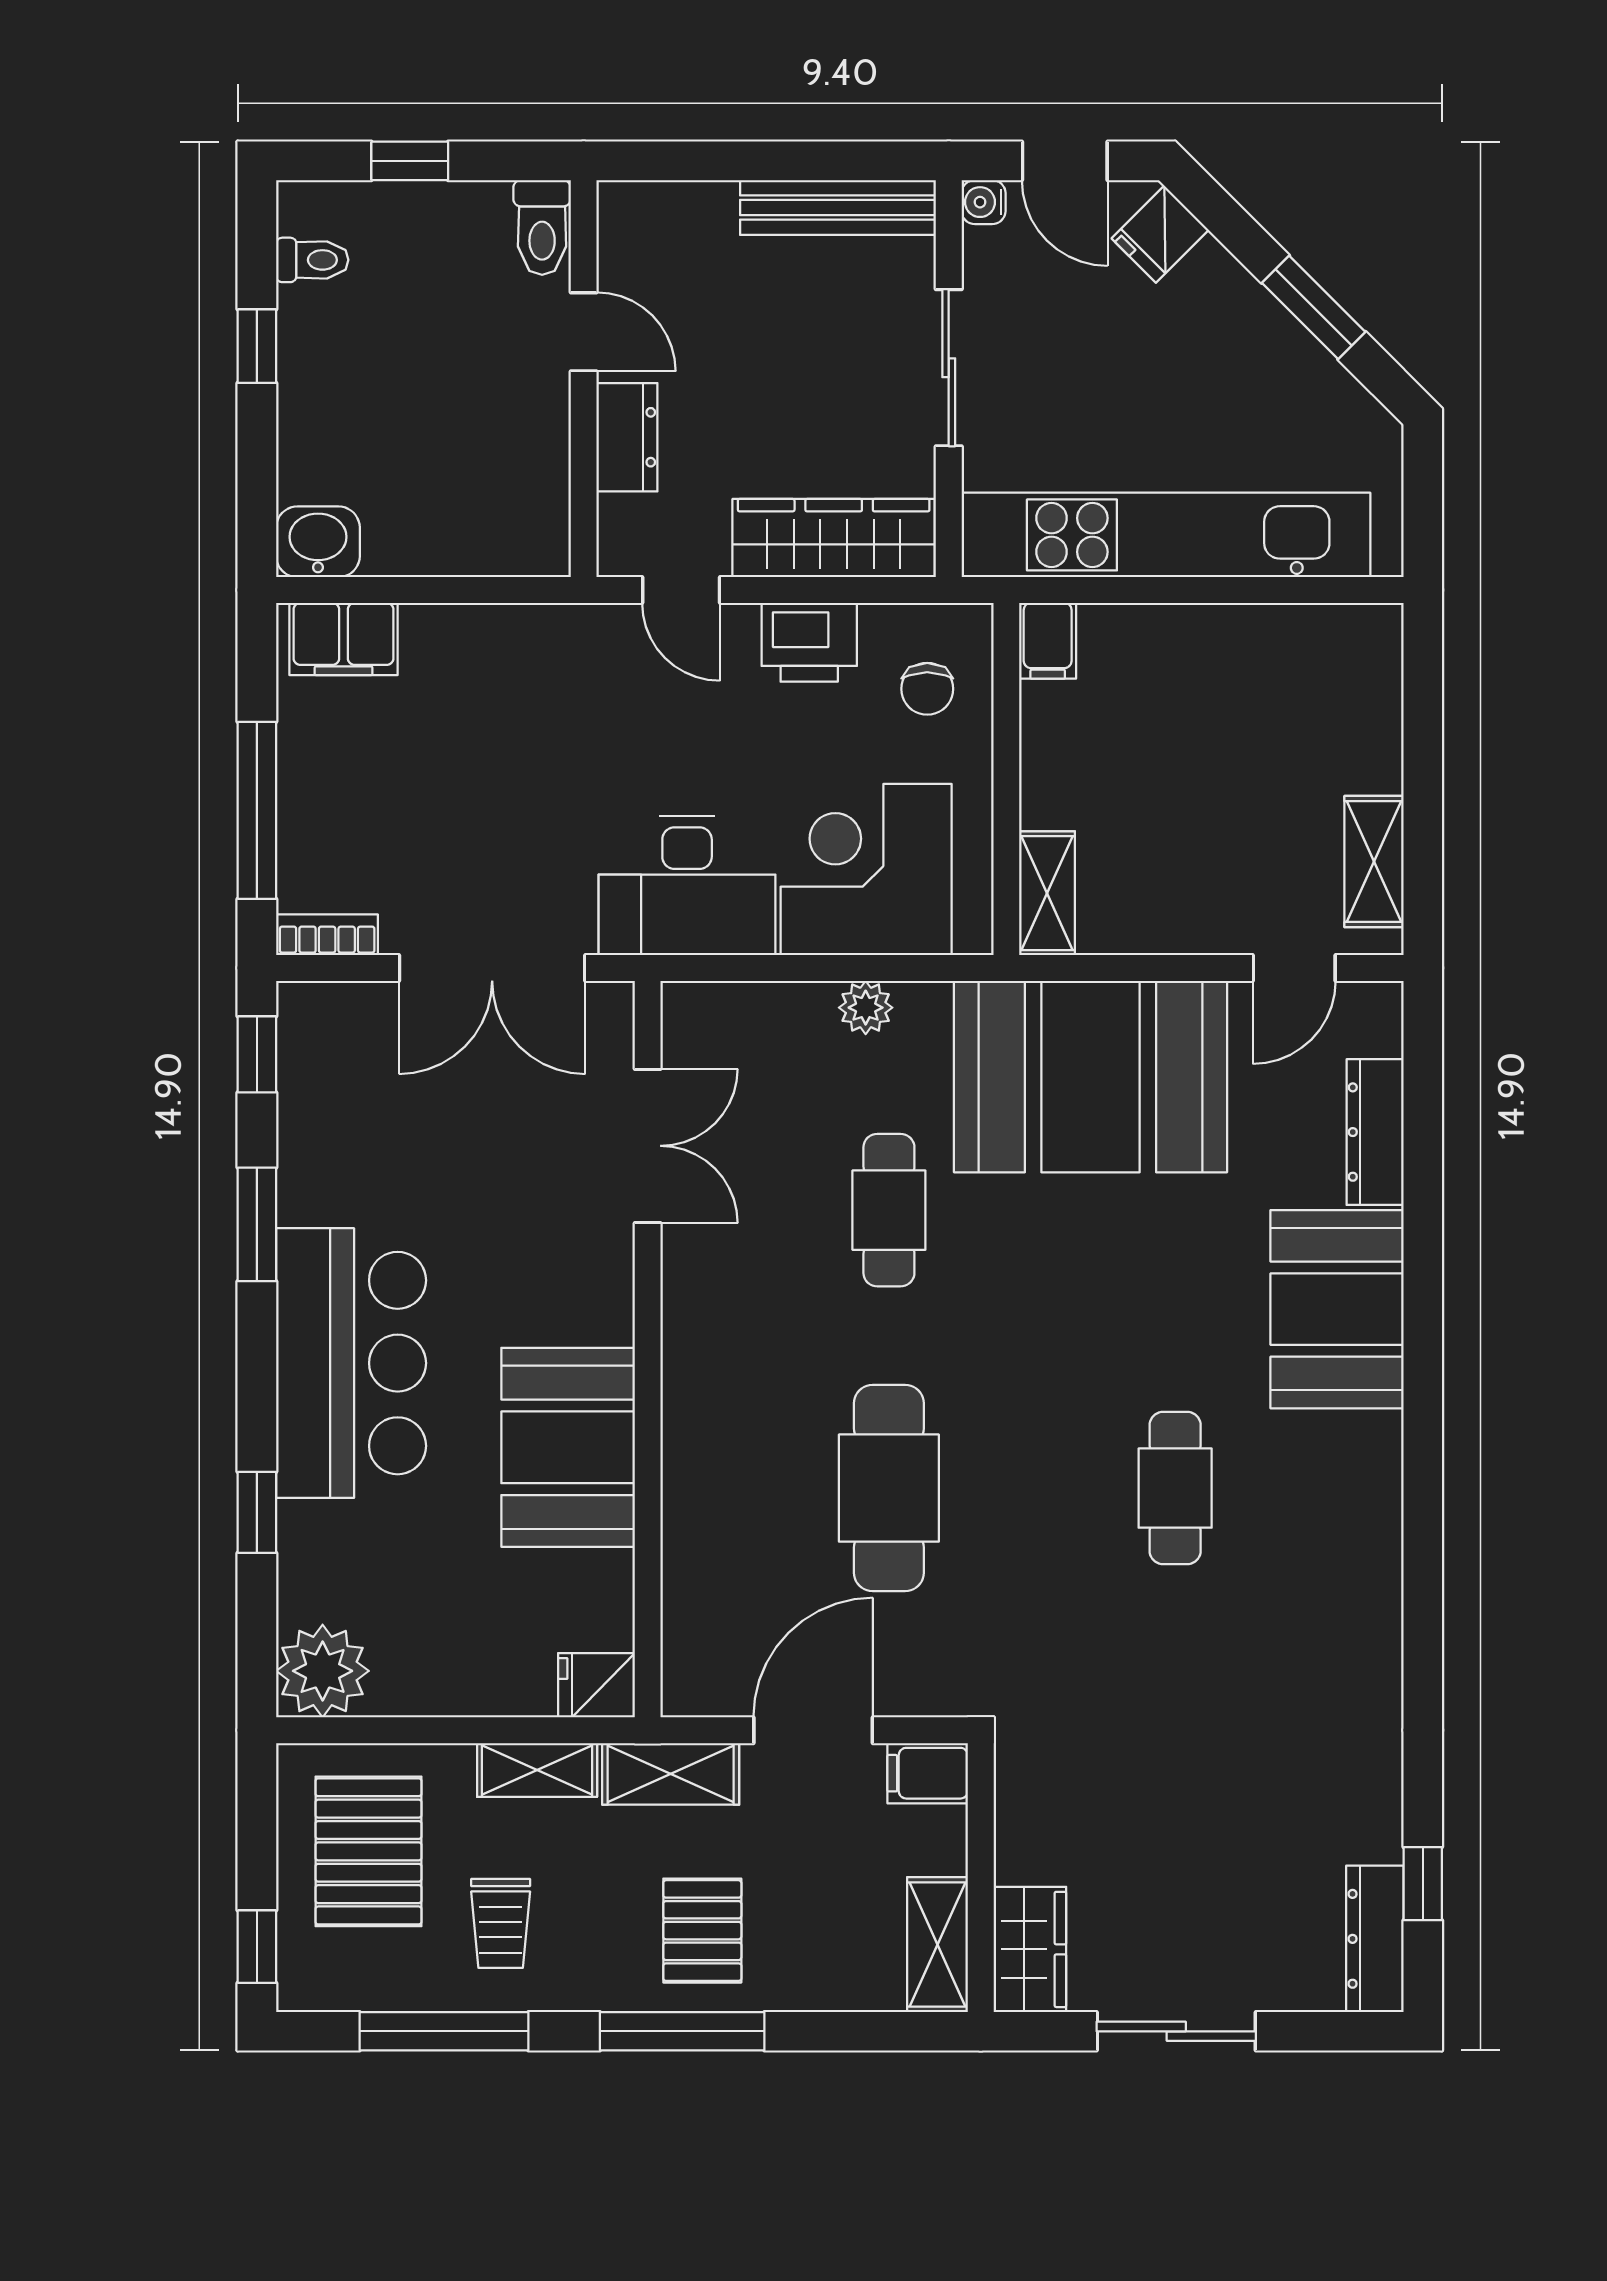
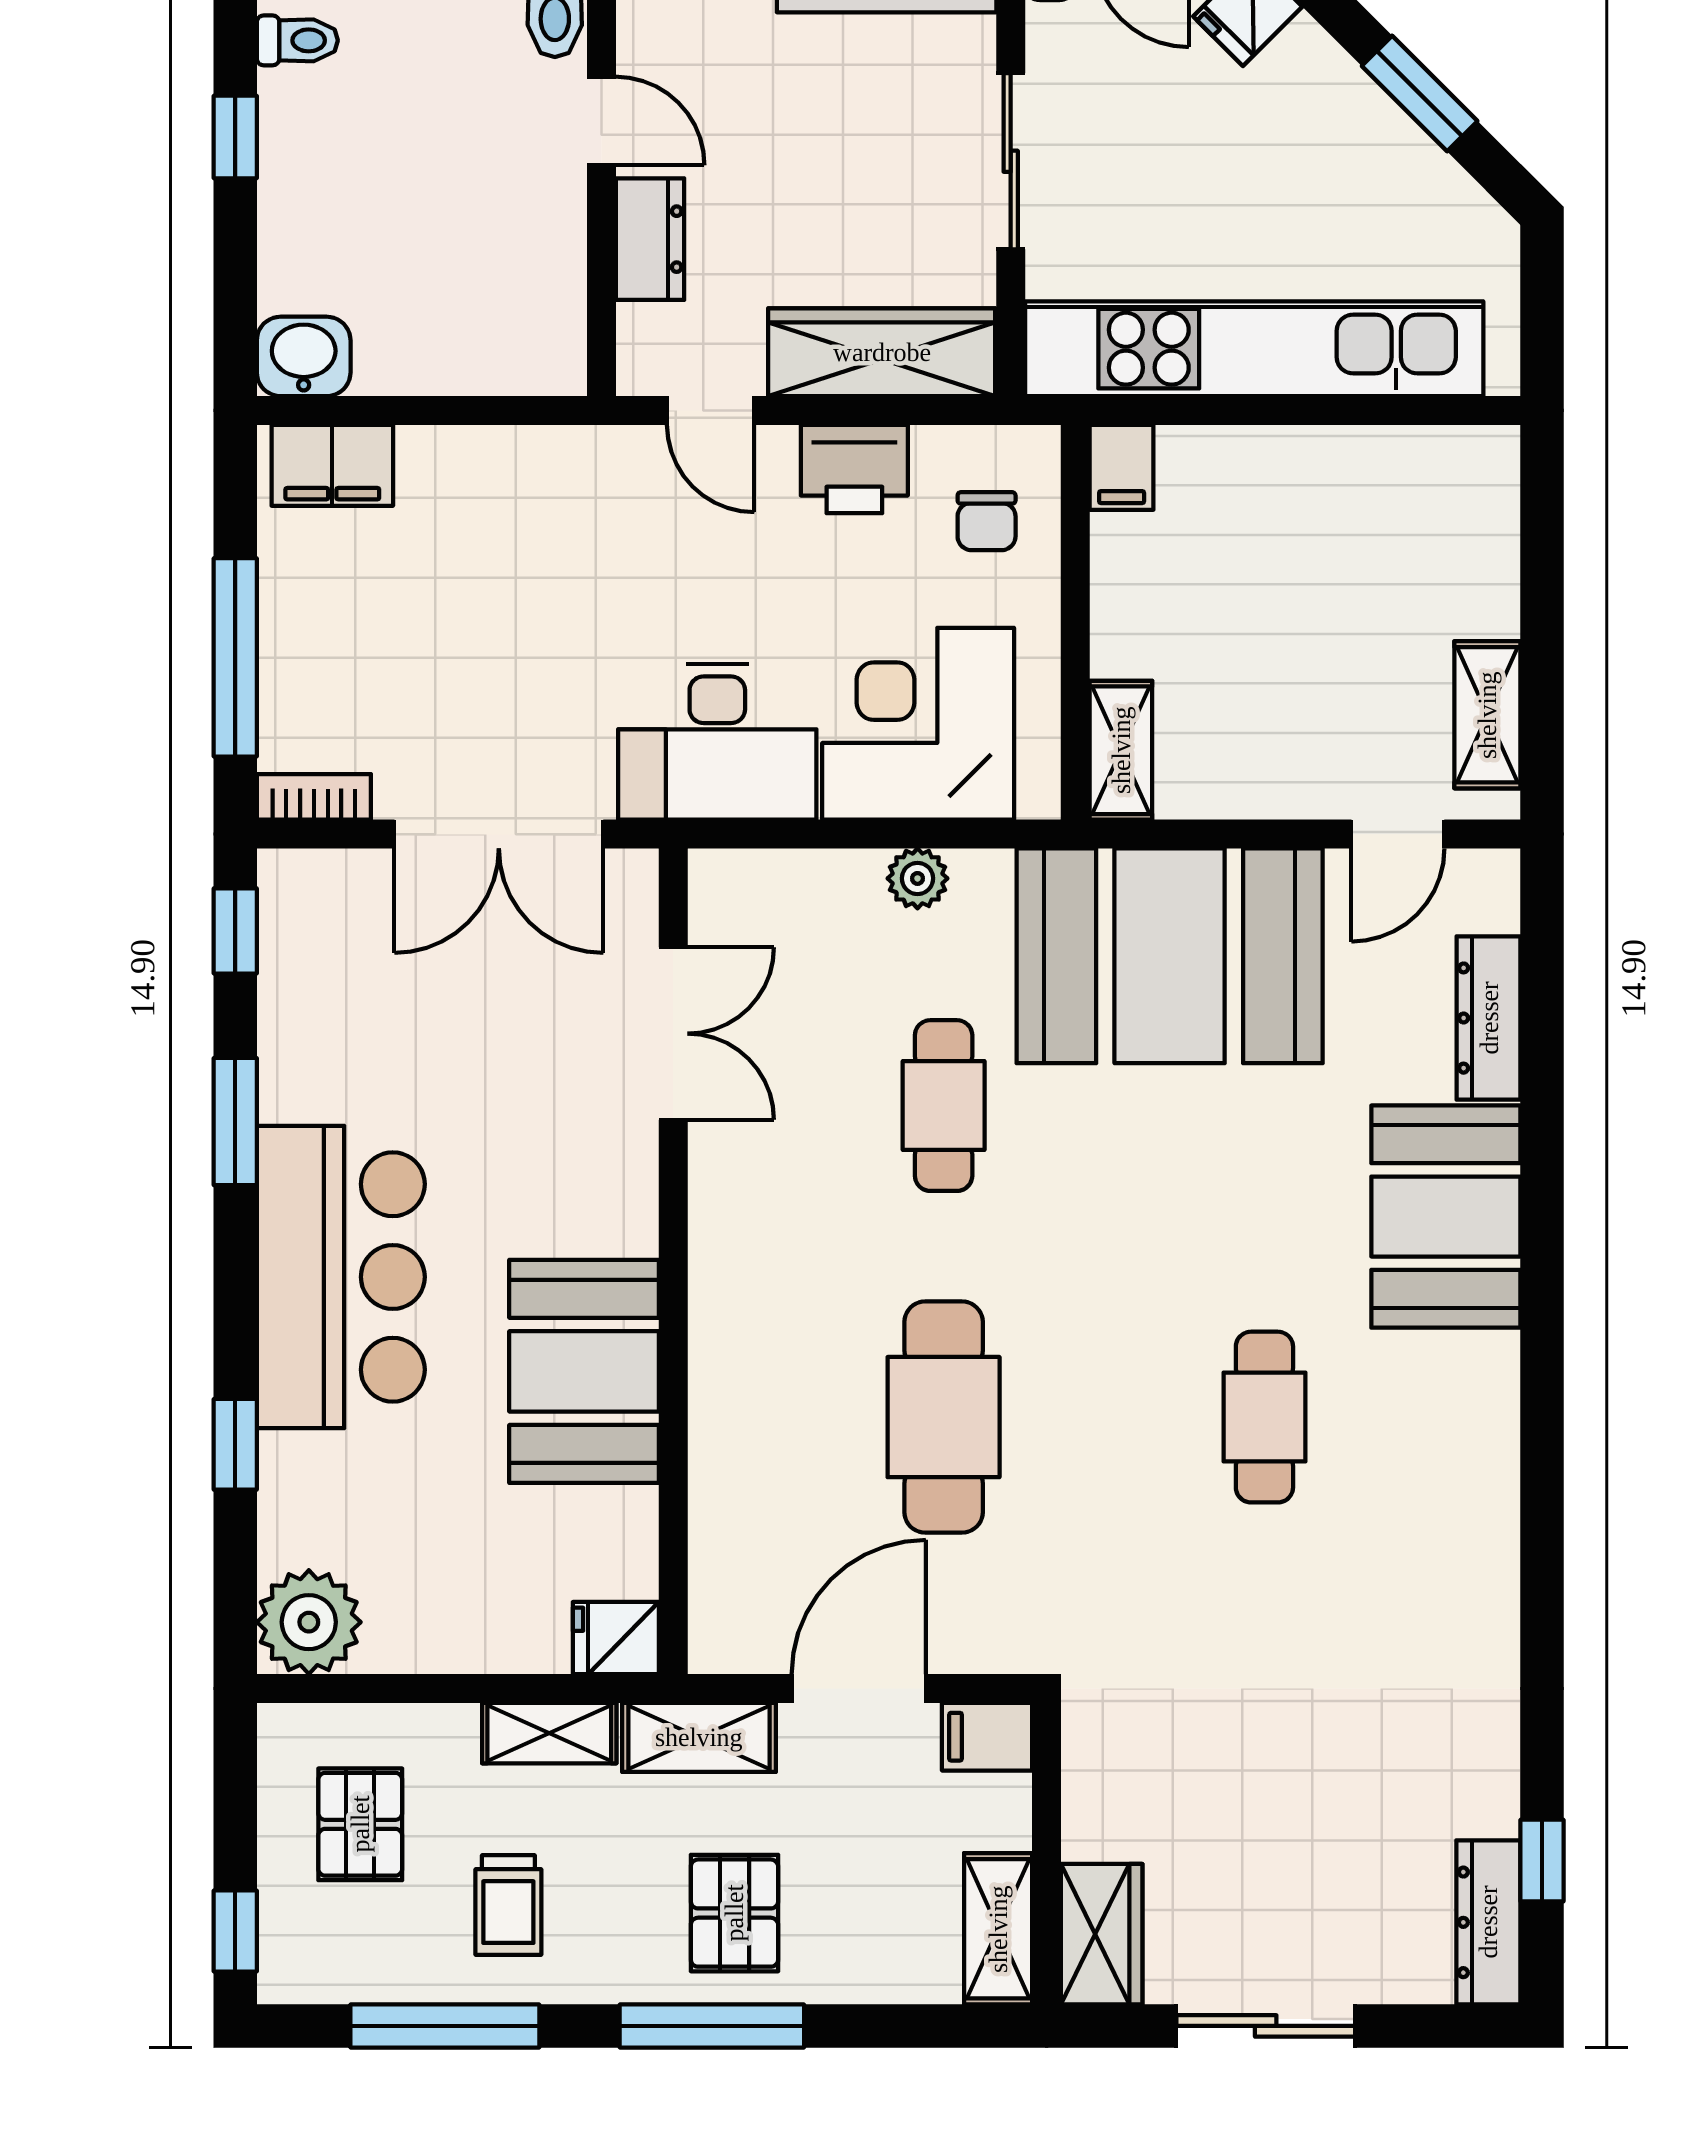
pallet: (368, 1851) -> (360, 1824), width x0.67, depth x0.71

